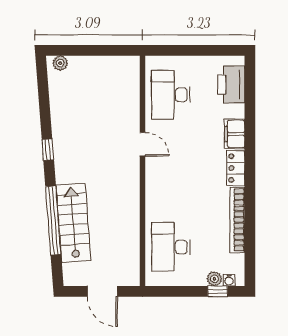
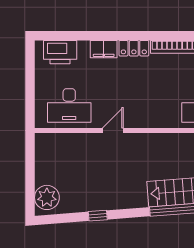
plant: (60, 63) -> (47, 197), width x1.88, depth x1.88
window: (48, 150) -> (98, 216), moved

